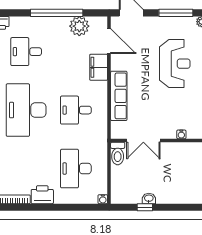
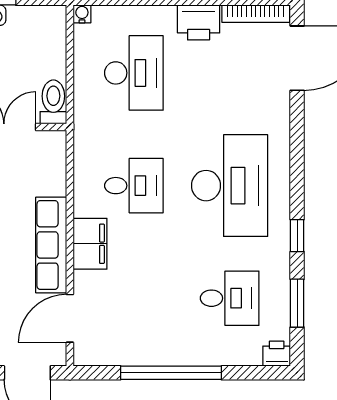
plant: (79, 26) -> (127, 347), removed
door: (109, 41) -> (70, 318), hinge flipped
filing cabinet: (99, 67) -> (90, 244), moved
row of seats: (119, 96) -> (51, 245), moved

